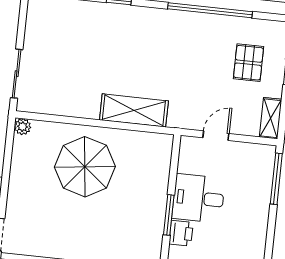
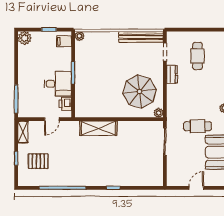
pallet: (248, 63) -> (38, 161), turned 90
parasol: (85, 167) -> (140, 91), moved
printer: (181, 233) -> (65, 104), moved

